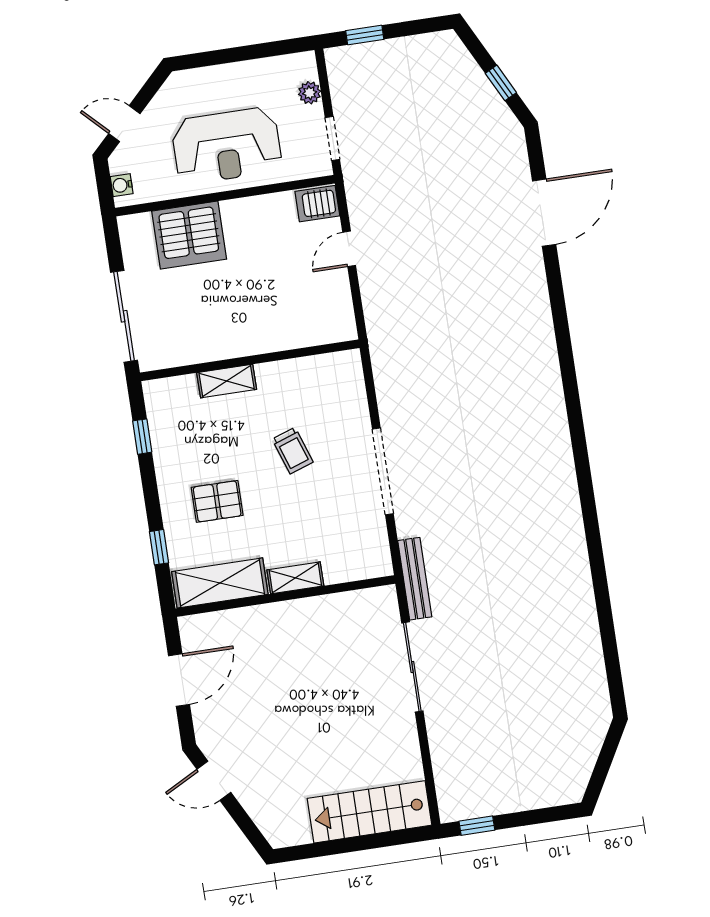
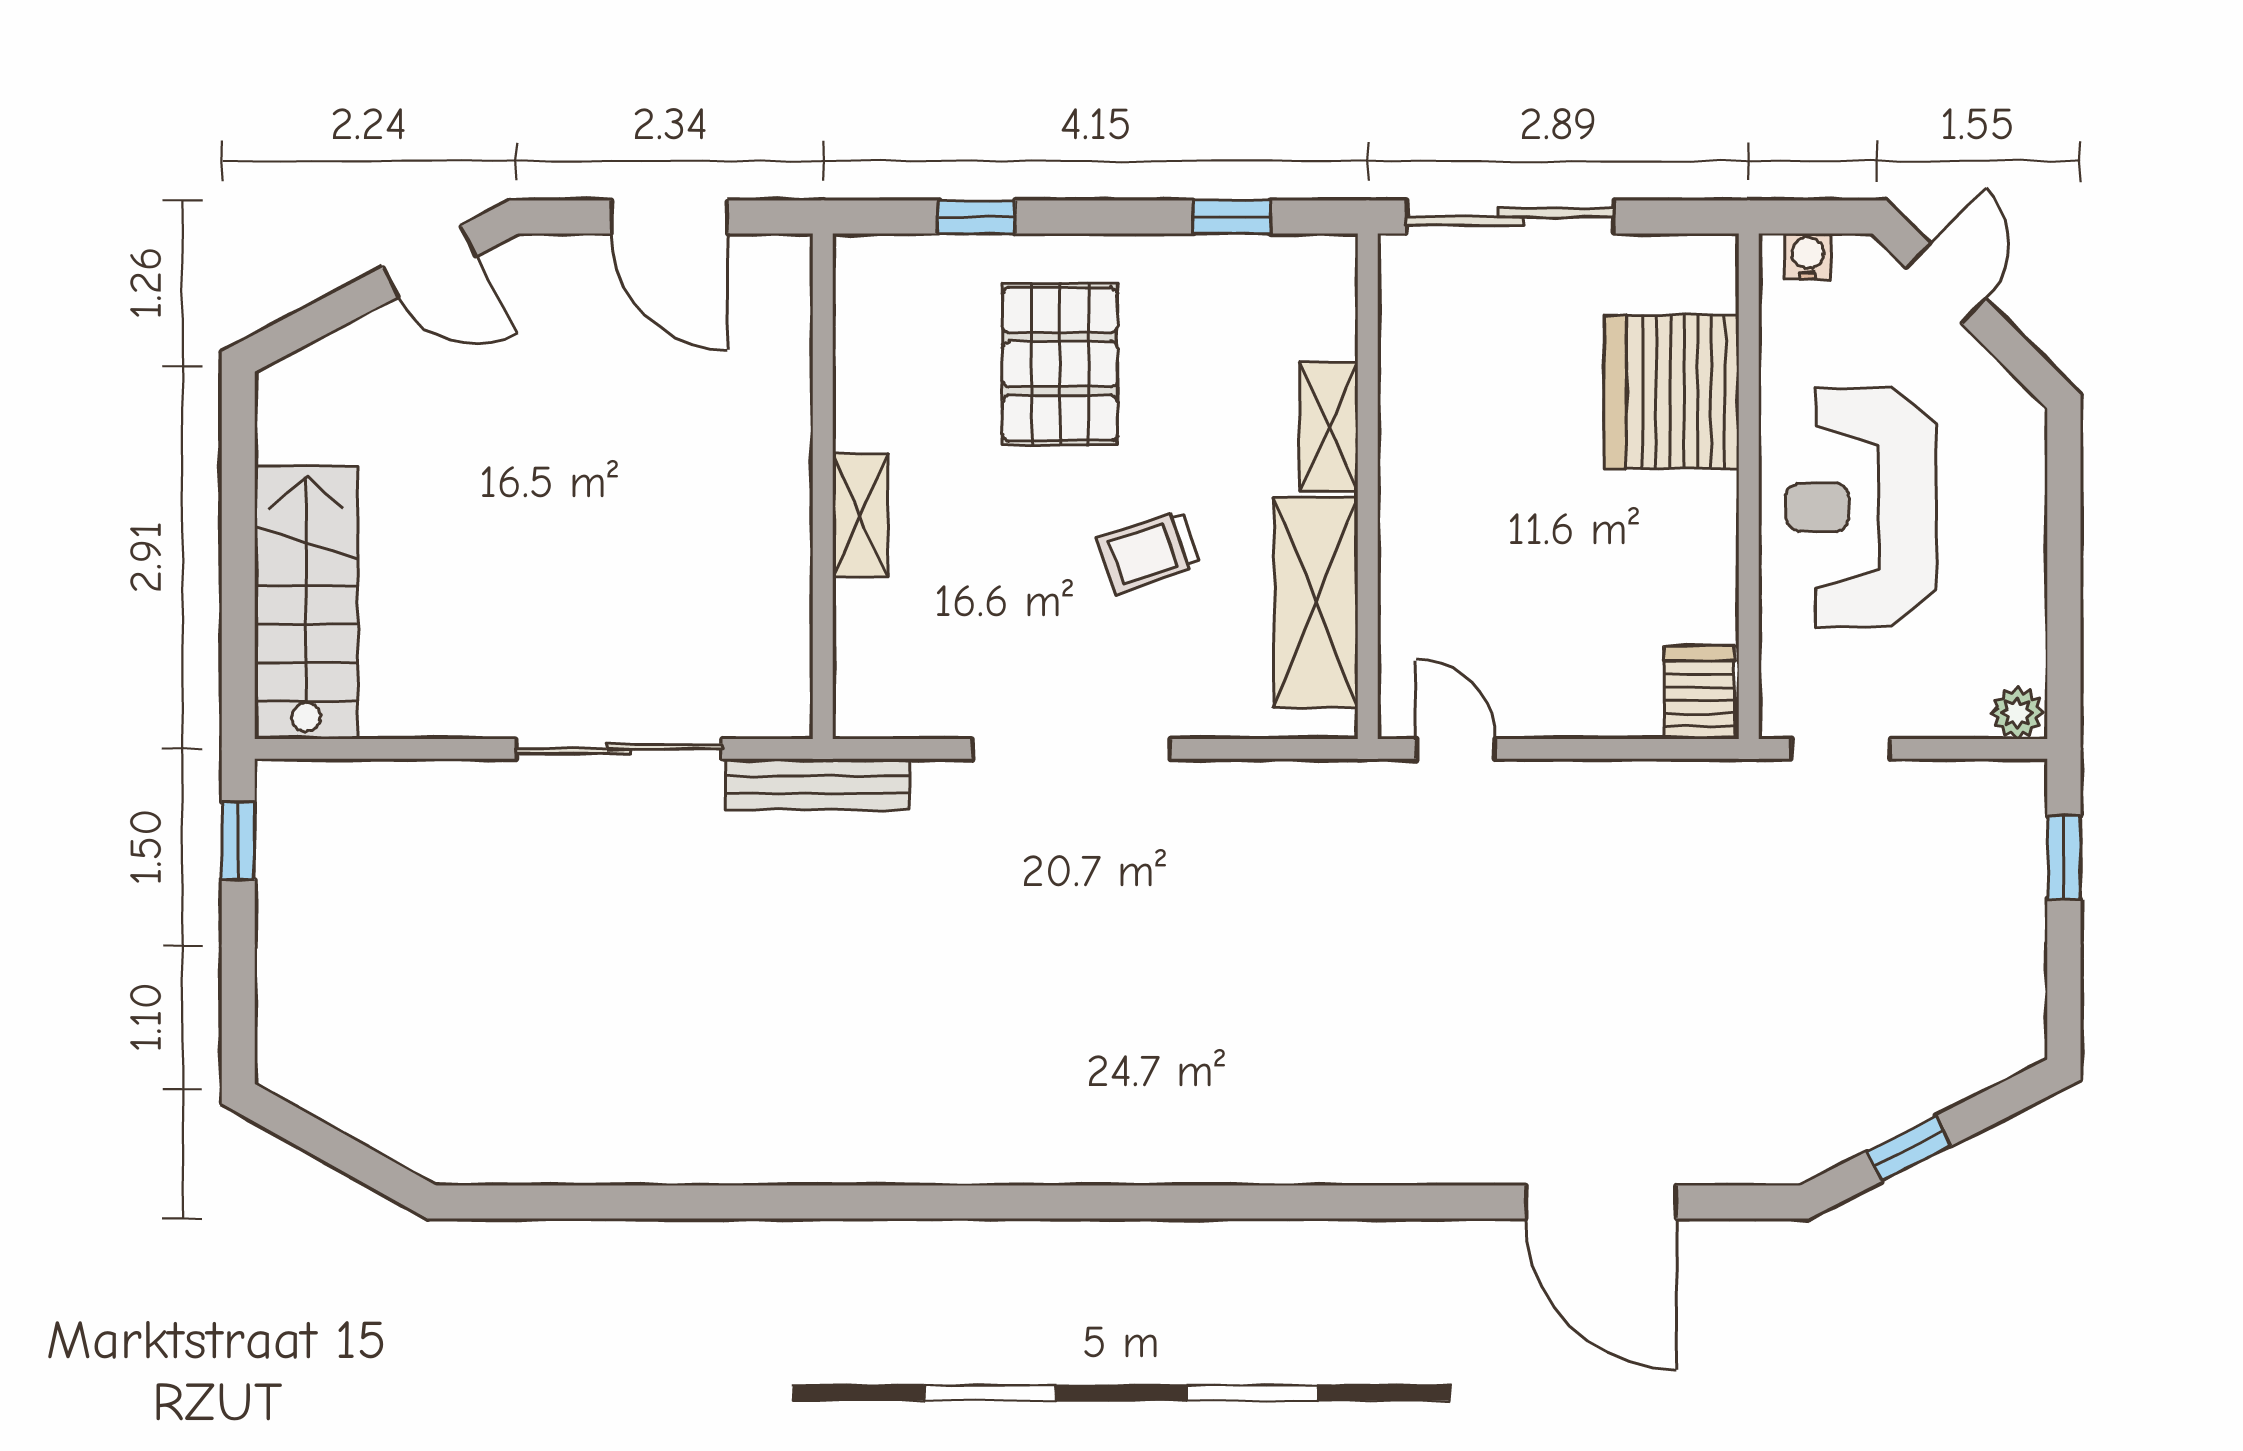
plant: (310, 93) -> (2017, 713), moved
door: (349, 249) -> (1456, 749), moved
pallet: (217, 501) -> (1060, 364), width x1.50, depth x1.42
shelving: (220, 583) -> (1316, 602), moved
door: (214, 781) -> (429, 261), swing flipped

